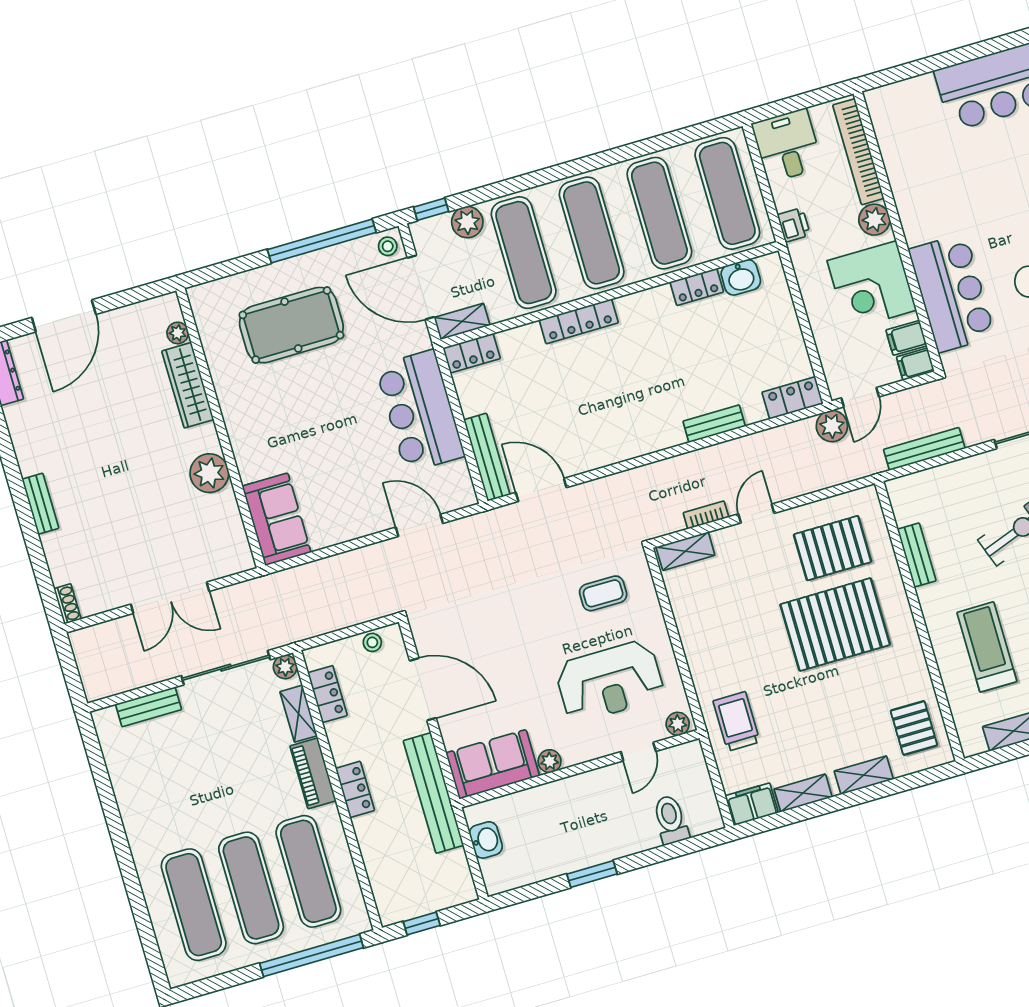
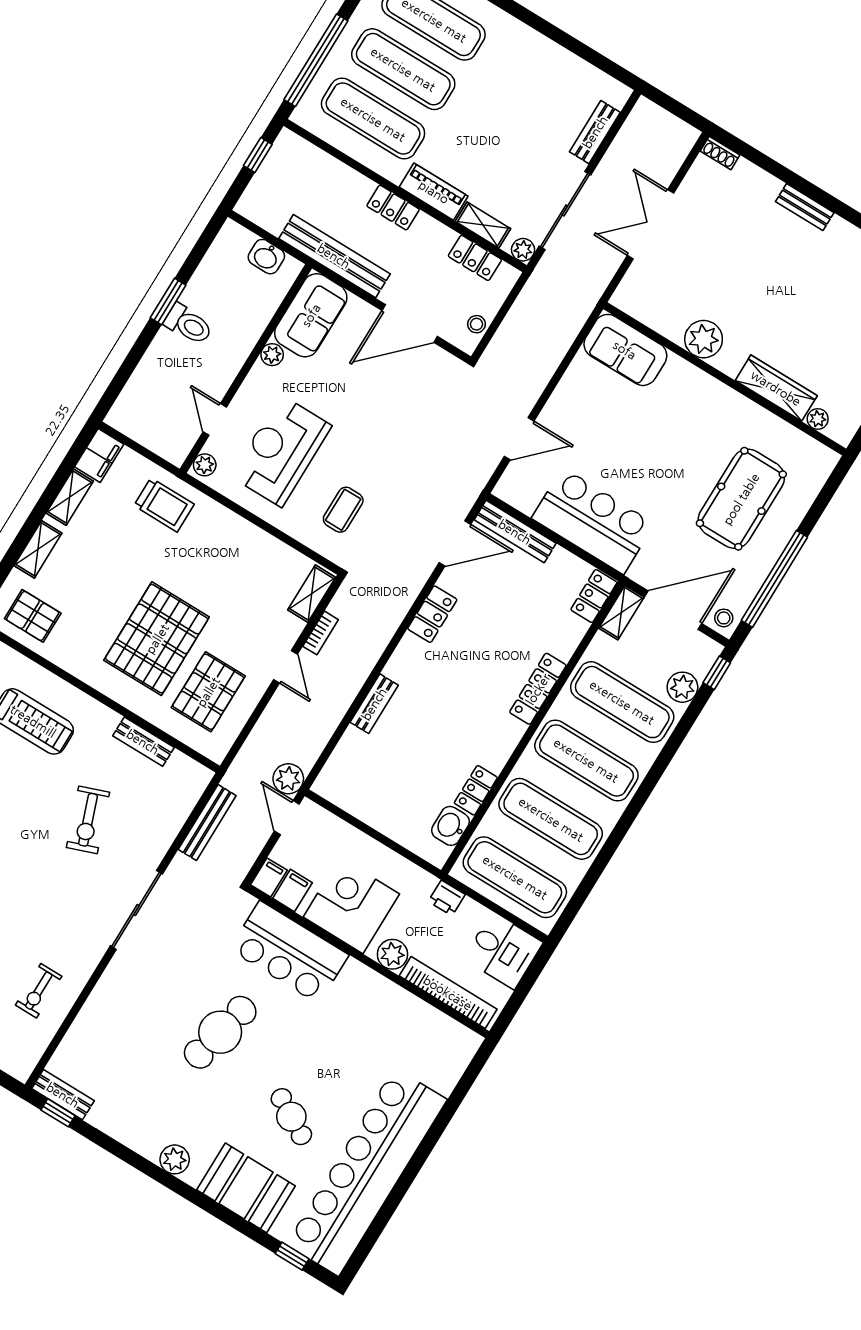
locker: (793, 398) -> (432, 614), moved
toilet: (671, 820) -> (188, 324), moved

